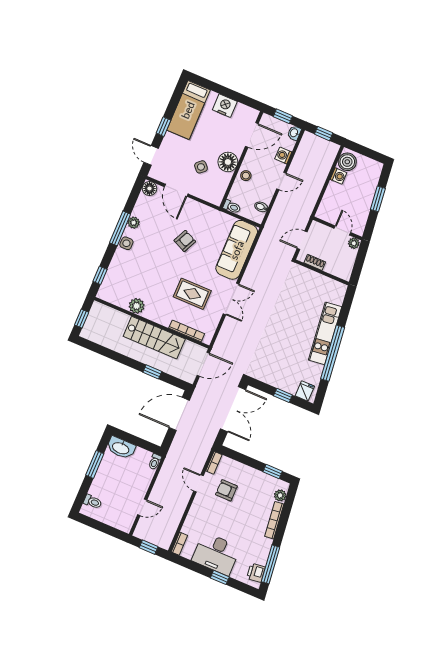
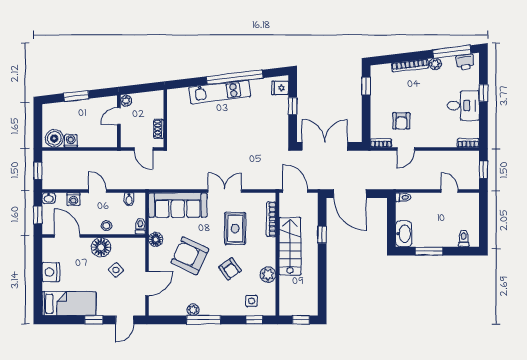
floor lamp: (149, 189) -> (156, 239), moved
armchair: (185, 241) -> (190, 256), width x1.88, depth x1.88
side table: (126, 243) -> (252, 301), moved
armchair: (157, 273) -> (230, 269), added
plant: (280, 495) -> (435, 64), moved
desk: (216, 554) -> (463, 106), width x0.73

